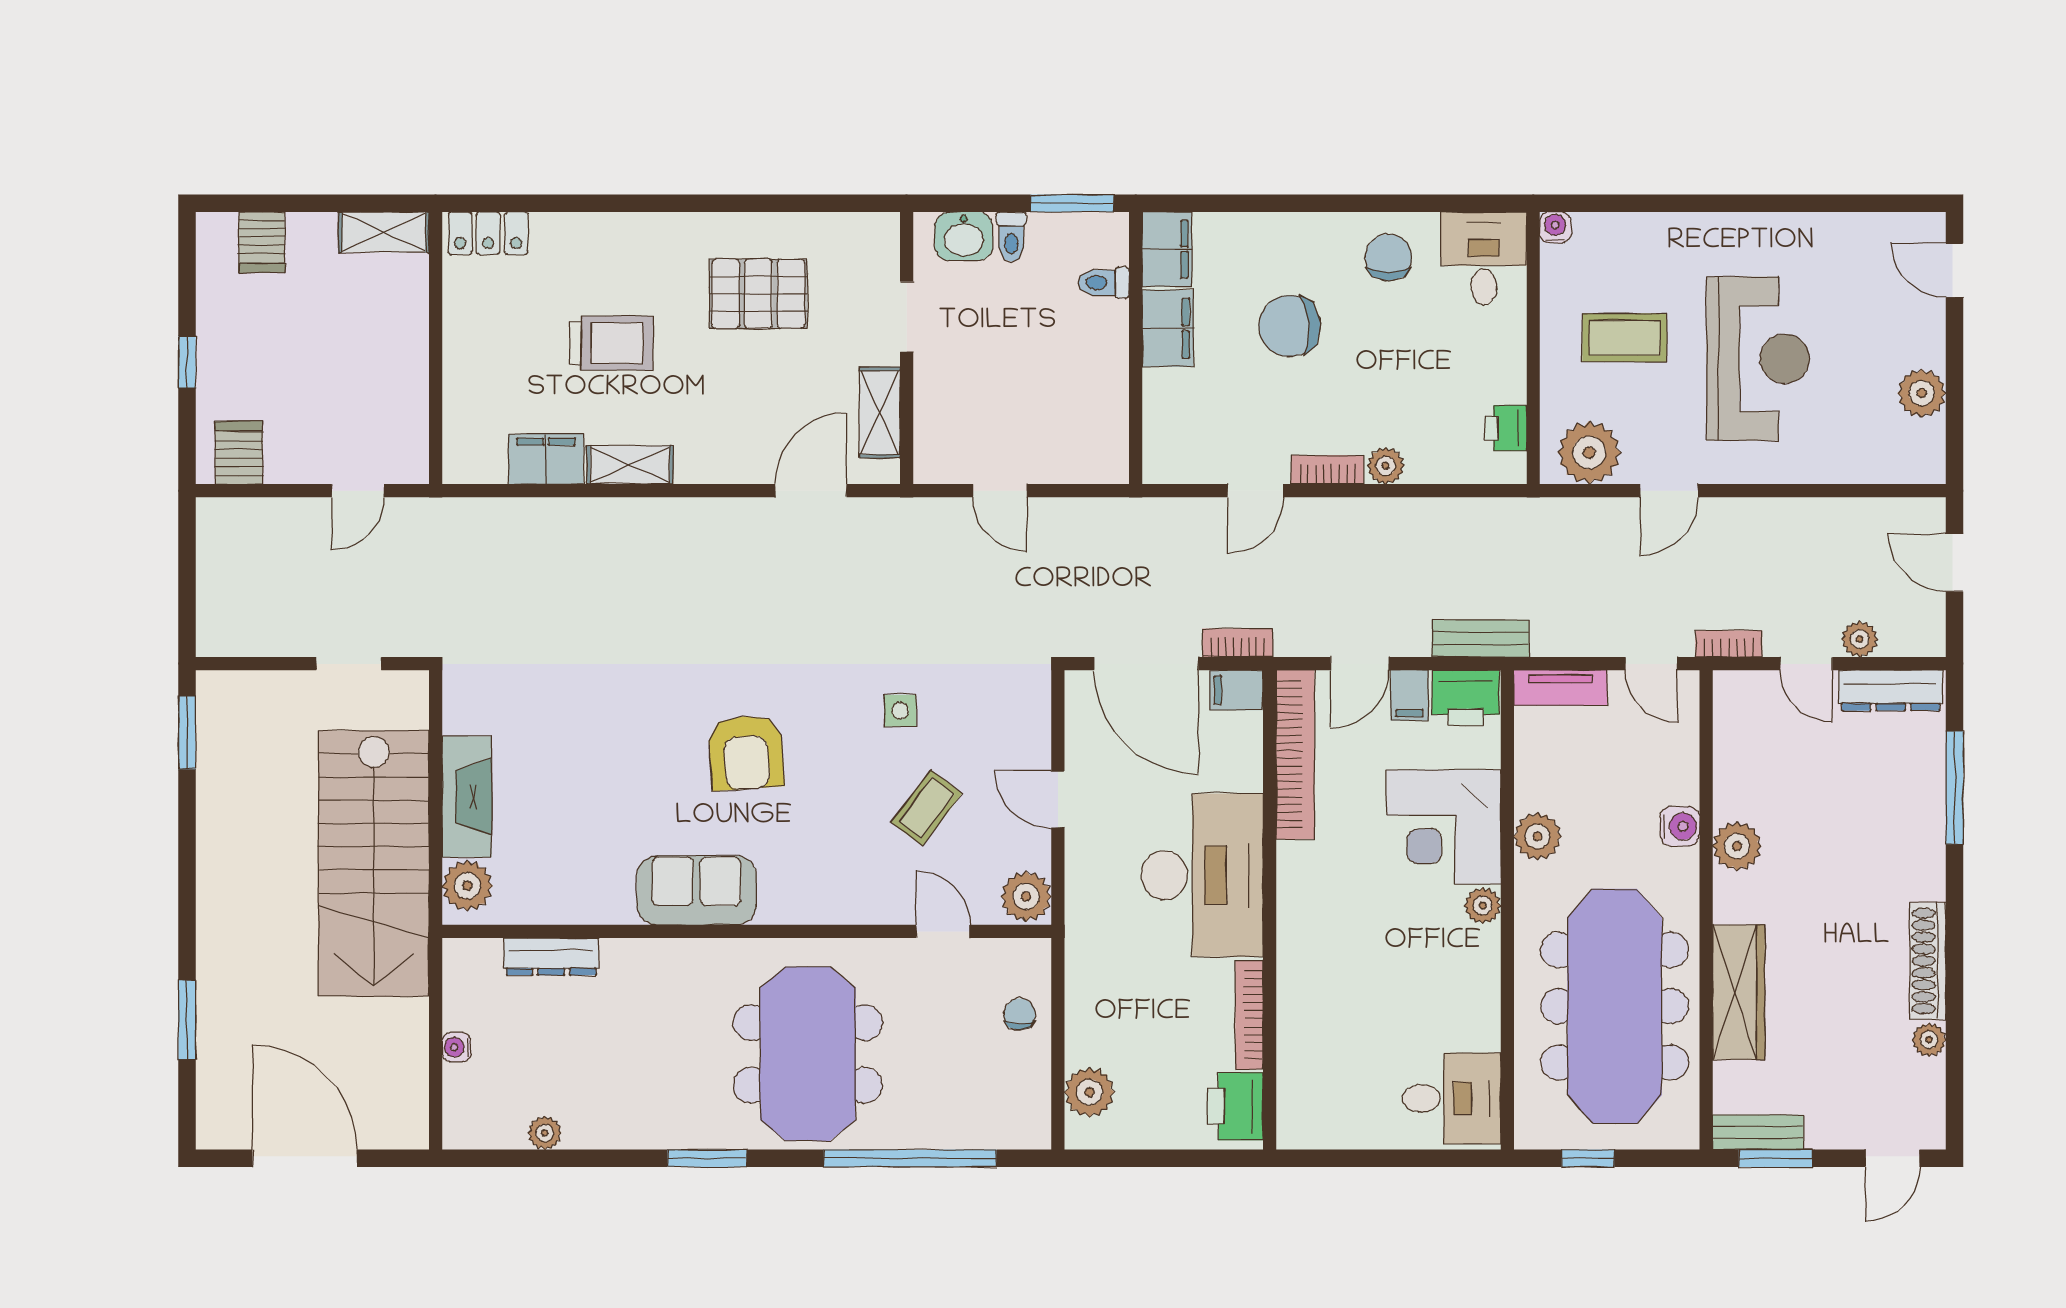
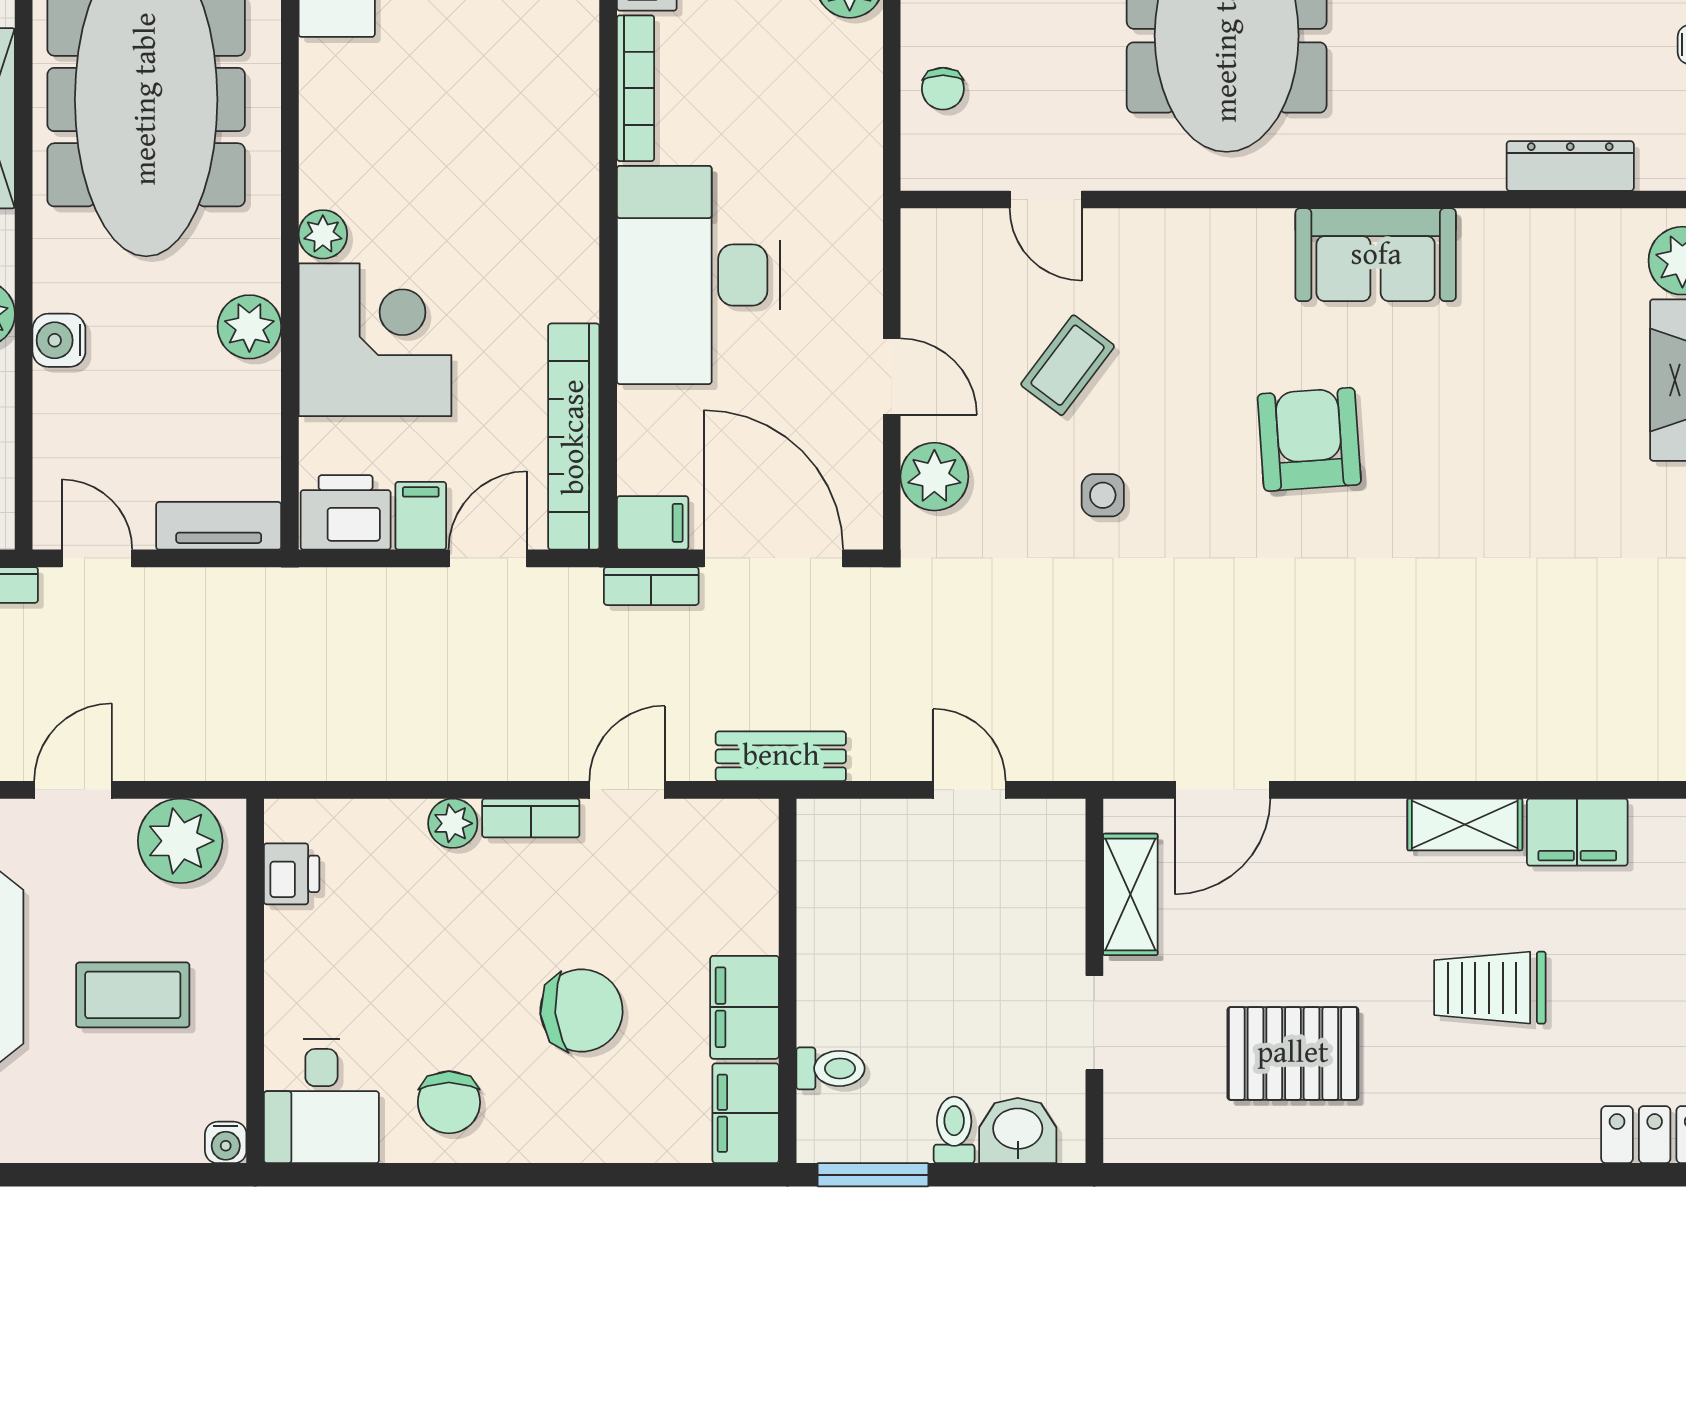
bench: (1480, 638) -> (781, 756), moved
plant: (1026, 896) -> (934, 477), moved

